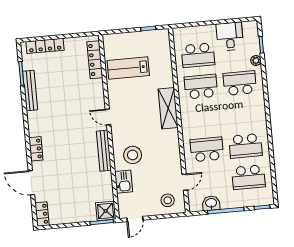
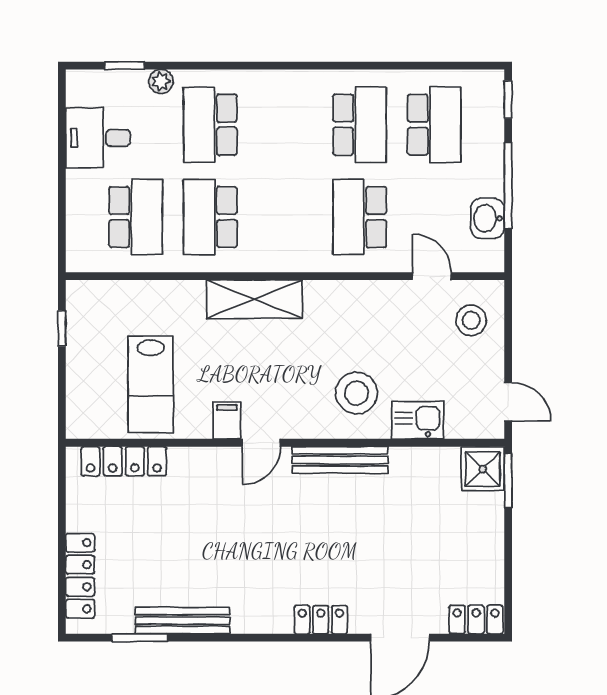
filing cabinet: (116, 102) -> (227, 420), added

